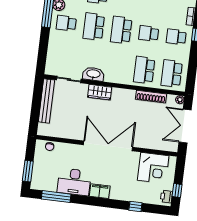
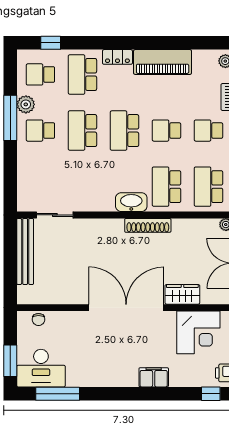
washbasin: (93, 74) -> (131, 202), moved
wardrobe: (100, 92) -> (182, 294), moved, turned 180
shoe rack: (151, 97) -> (148, 225), moved
desk: (74, 182) -> (41, 368), moved
filing cabinet: (100, 191) -> (154, 377), moved
window: (135, 206) -> (211, 394), moved

